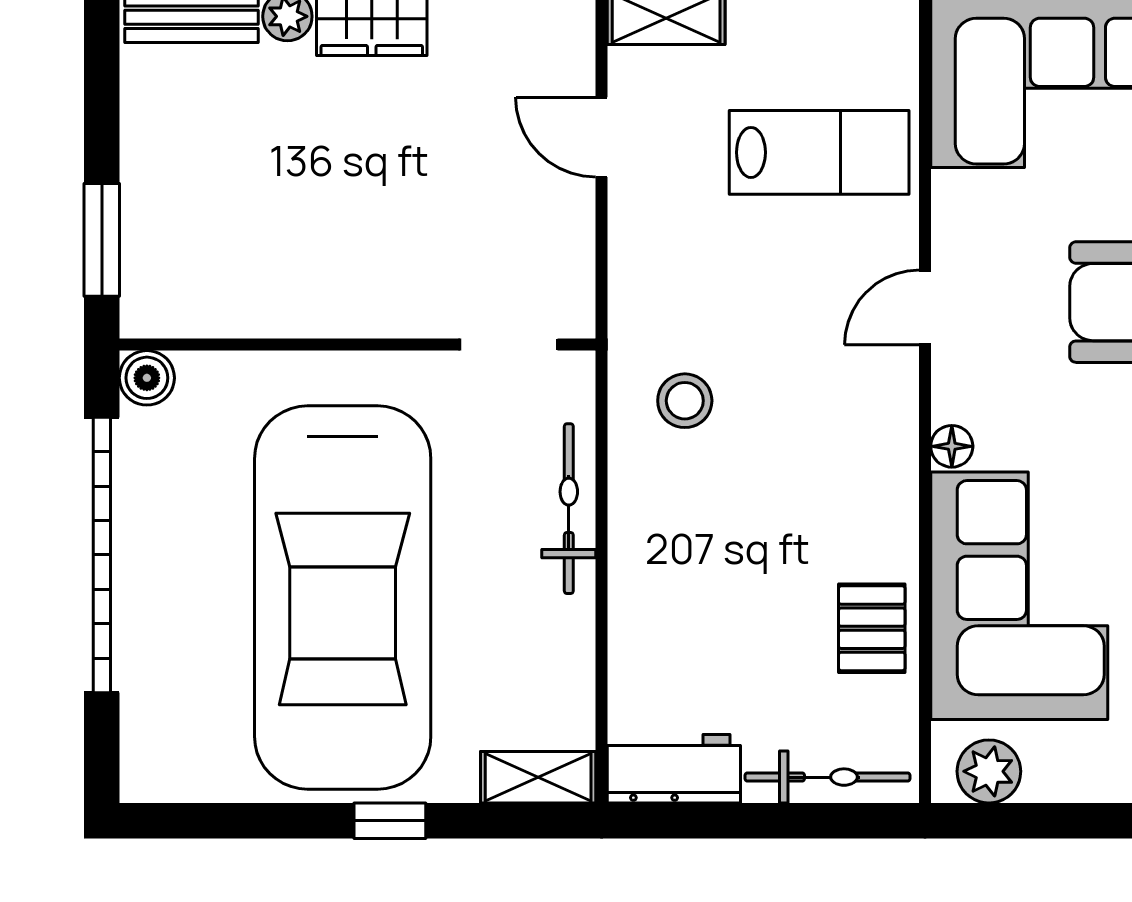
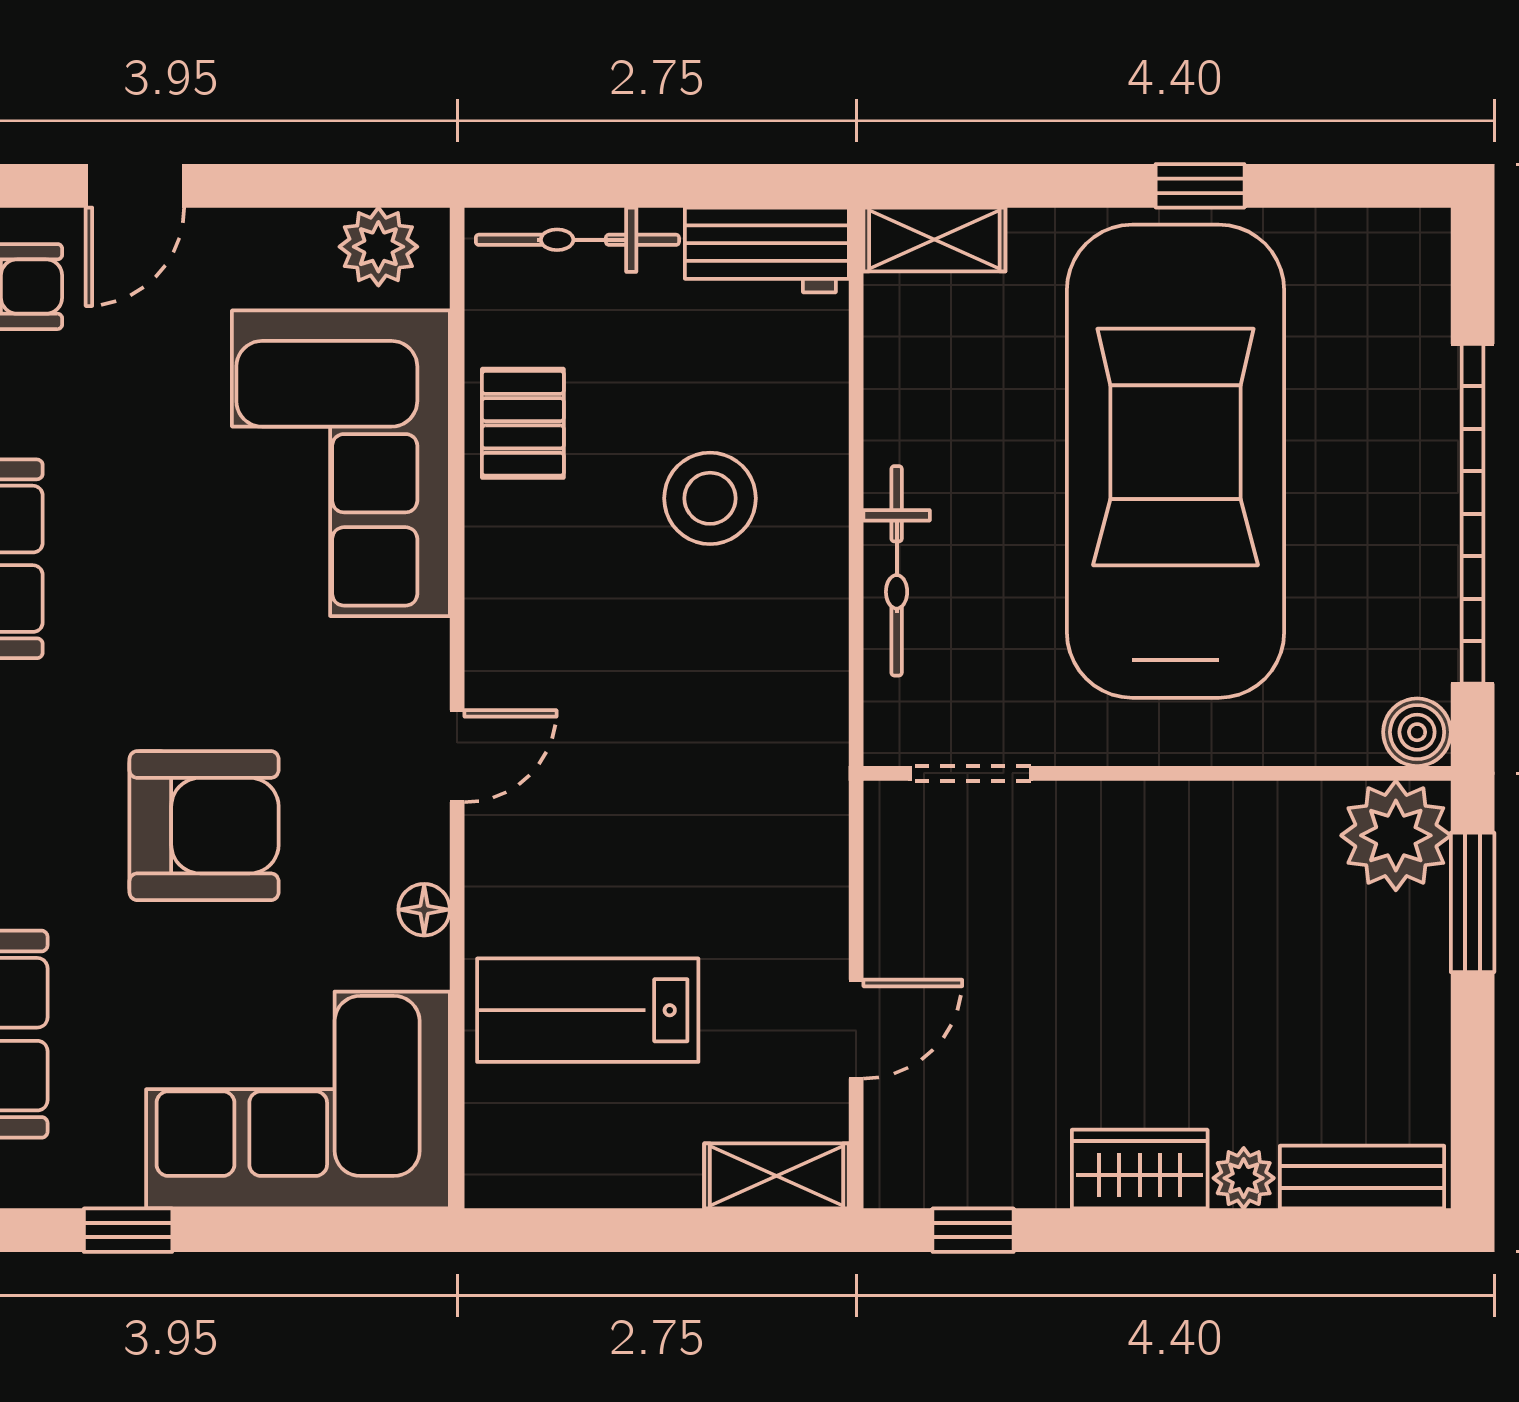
door: (602, 137) -> (856, 1029), hinge flipped
plant: (164, 294) -> (1396, 835), added
door: (925, 308) -> (457, 756), moved
stool: (685, 401) -> (710, 498), moved, width x1.38, depth x1.38
floor lamp: (952, 446) -> (424, 910), moved
window: (390, 821) -> (1200, 186), moved

